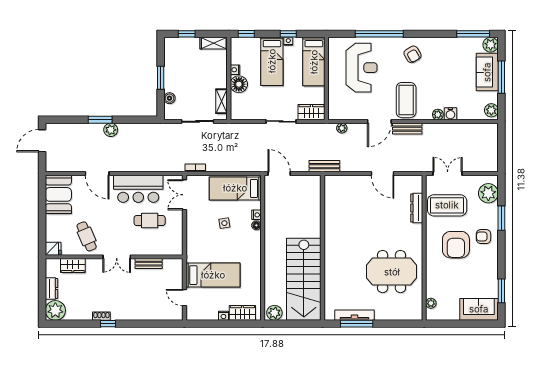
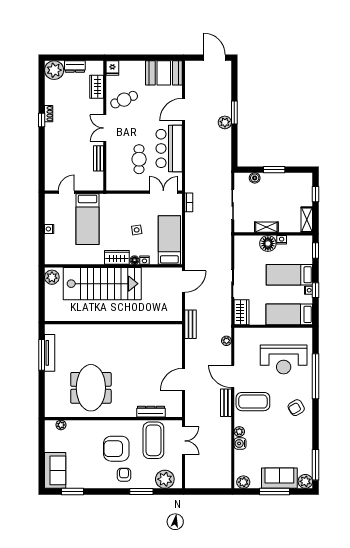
shelving: (222, 101) -> (266, 227), moved
stairs: (304, 279) -> (102, 284), moved, turned 180
wardrobe: (242, 313) -> (117, 257), moved, turned -90

